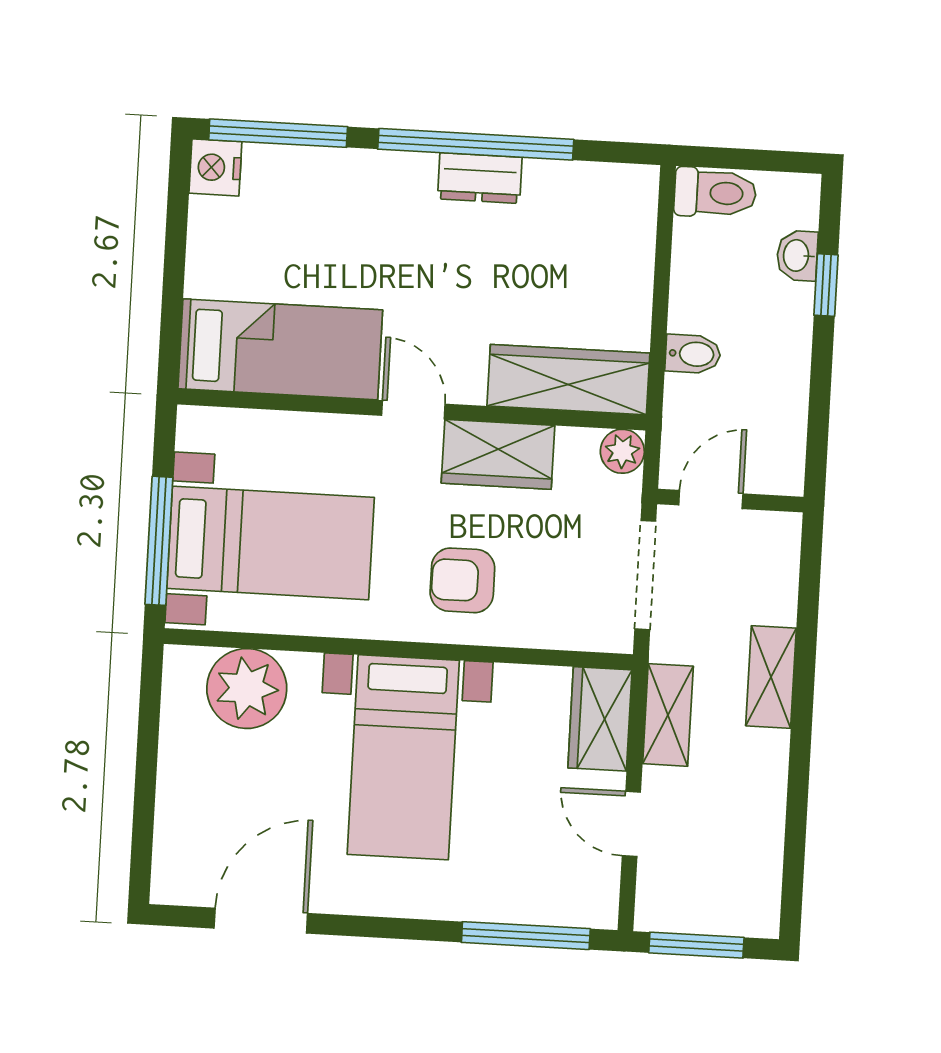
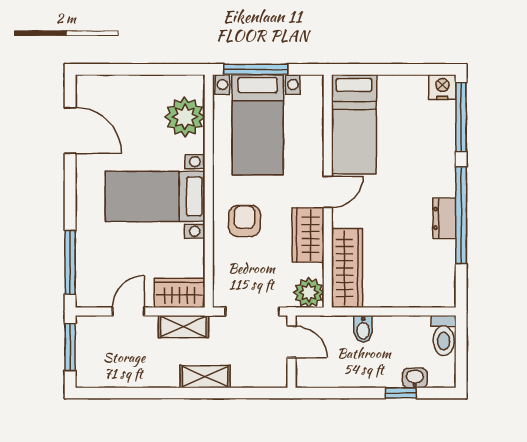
plant: (622, 451) -> (309, 293), width x1.38, depth x1.38

